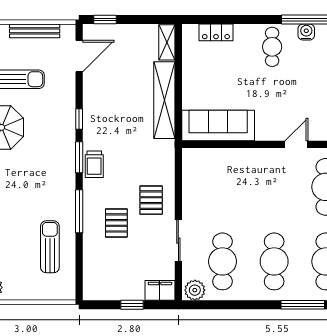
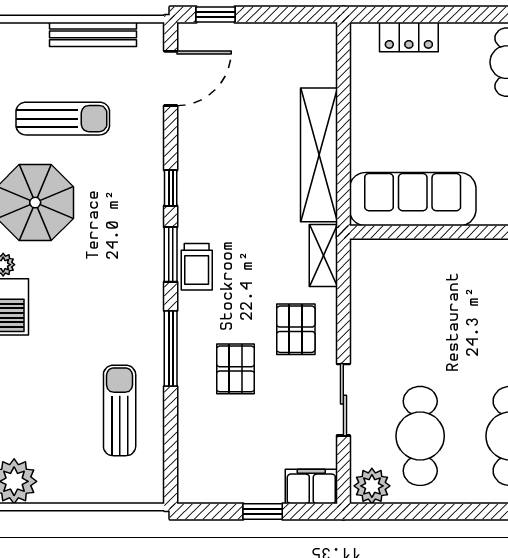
shelving: (167, 42) -> (323, 255), moved

